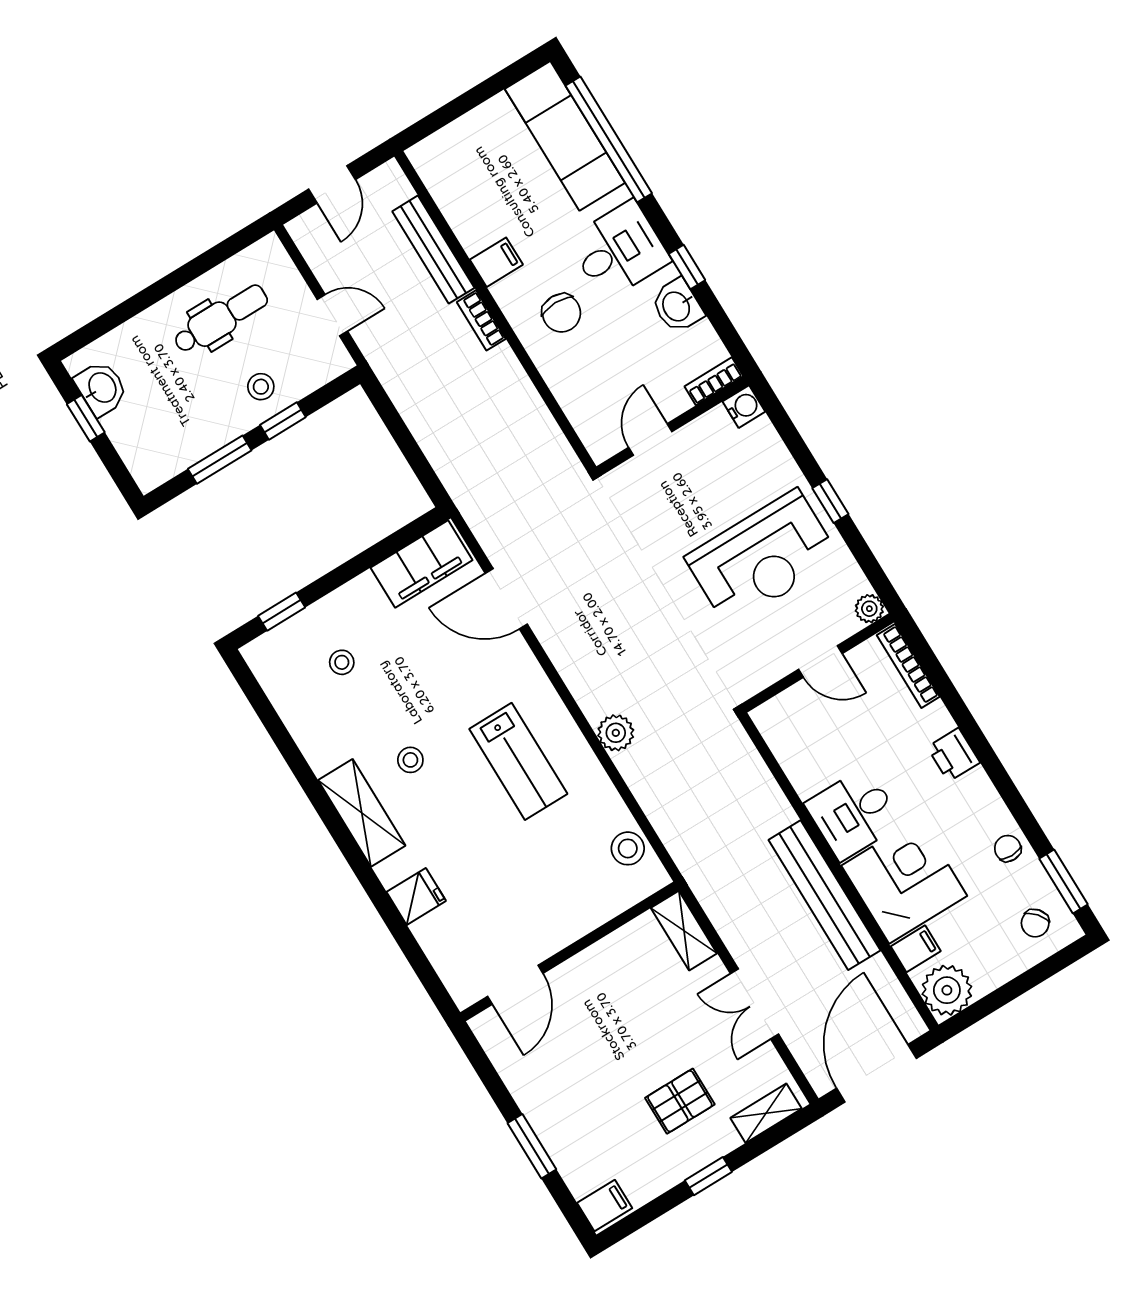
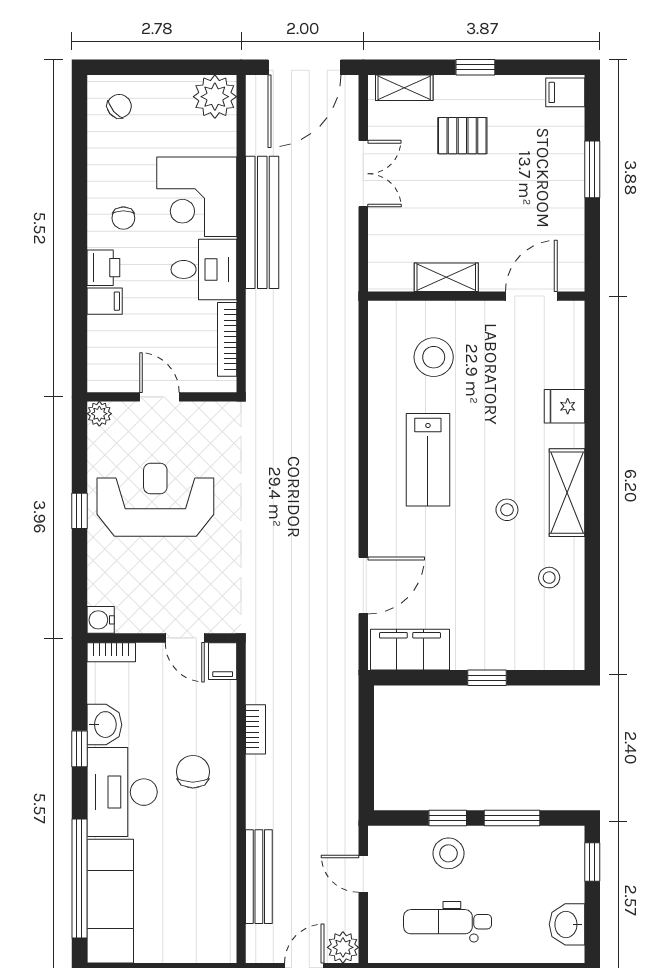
desk: (619, 250) -> (122, 792), width x1.37
filing cabinet: (496, 262) -> (223, 661), moved, turned -90
bookcase: (481, 320) -> (256, 729), moved
stool: (261, 387) -> (449, 853), width x1.37, depth x1.37
window: (86, 418) -> (592, 862), moved
door: (650, 439) -> (185, 638), hinge flipped
door: (506, 599) -> (363, 586), hinge flipped
window: (282, 612) -> (487, 678), moved
stool: (342, 662) -> (549, 578), moved
bookcase: (908, 666) -> (227, 339), moved, turned 180
plant: (616, 733) -> (343, 947), moved
lab bench: (518, 761) -> (428, 460), turned 180
stool: (628, 848) -> (434, 357), moved, width x1.38, depth x1.38
chair: (1008, 848) -> (123, 218), moved
window: (1064, 882) -> (79, 124), removed
shelving: (684, 931) -> (446, 277), moved, turned 90
filing cabinet: (916, 949) -> (105, 301), moved, turned 180

